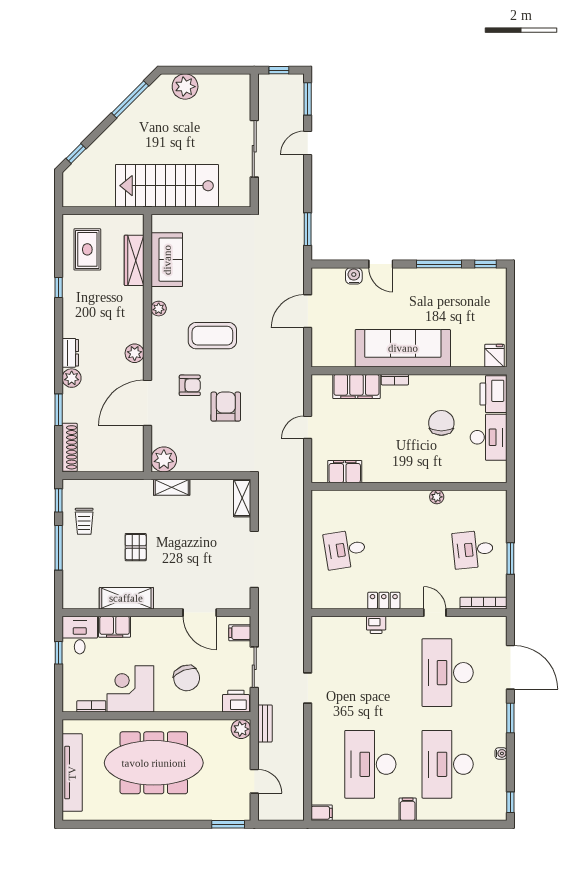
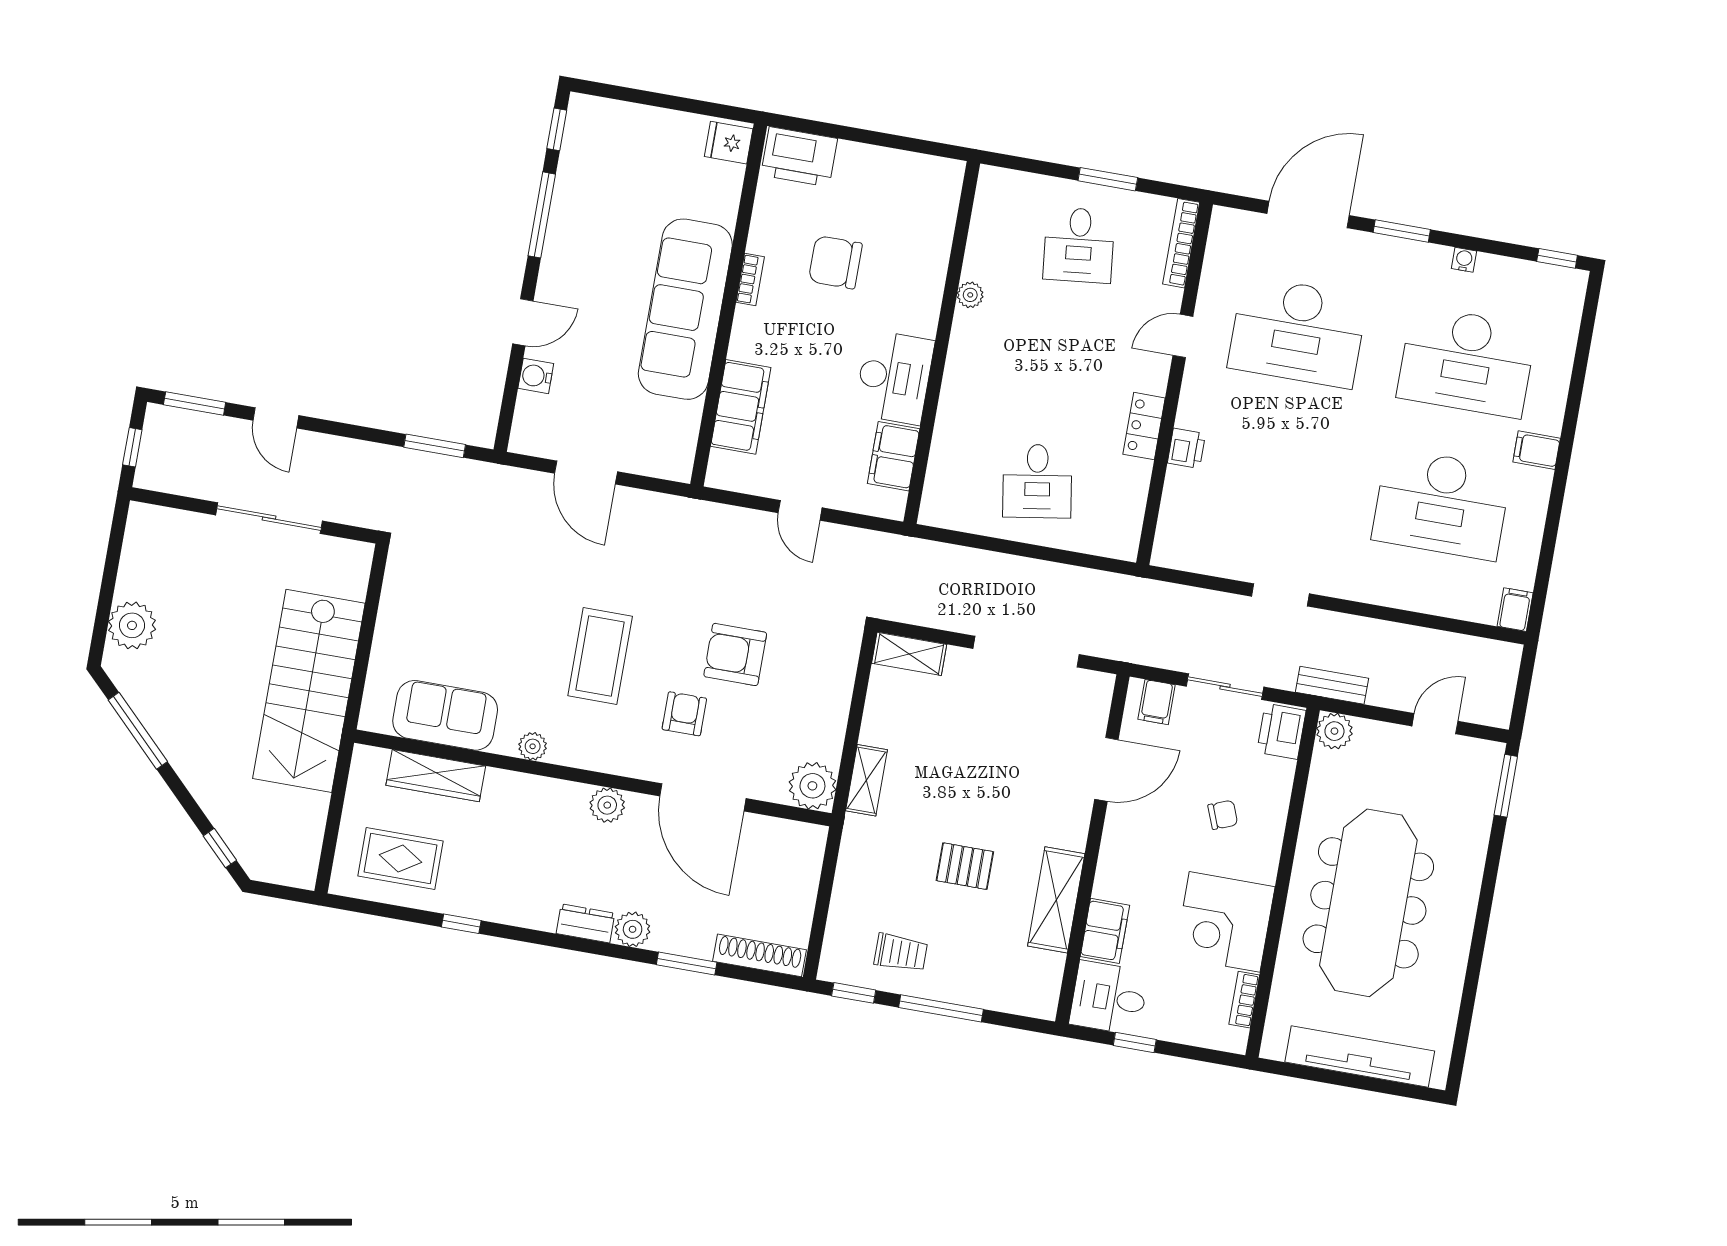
bookcase: (395, 380) -> (750, 280), moved
desk: (489, 437) -> (894, 377), moved, turned 90
chair: (187, 678) -> (1223, 815), width x0.54, depth x0.54

